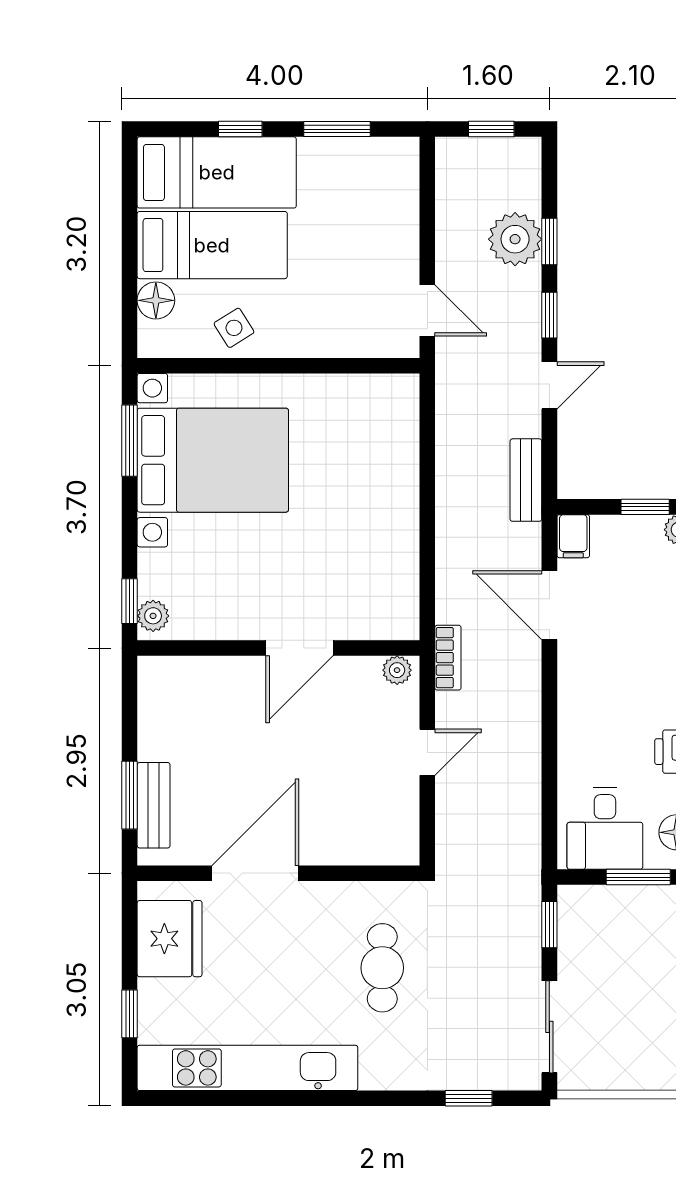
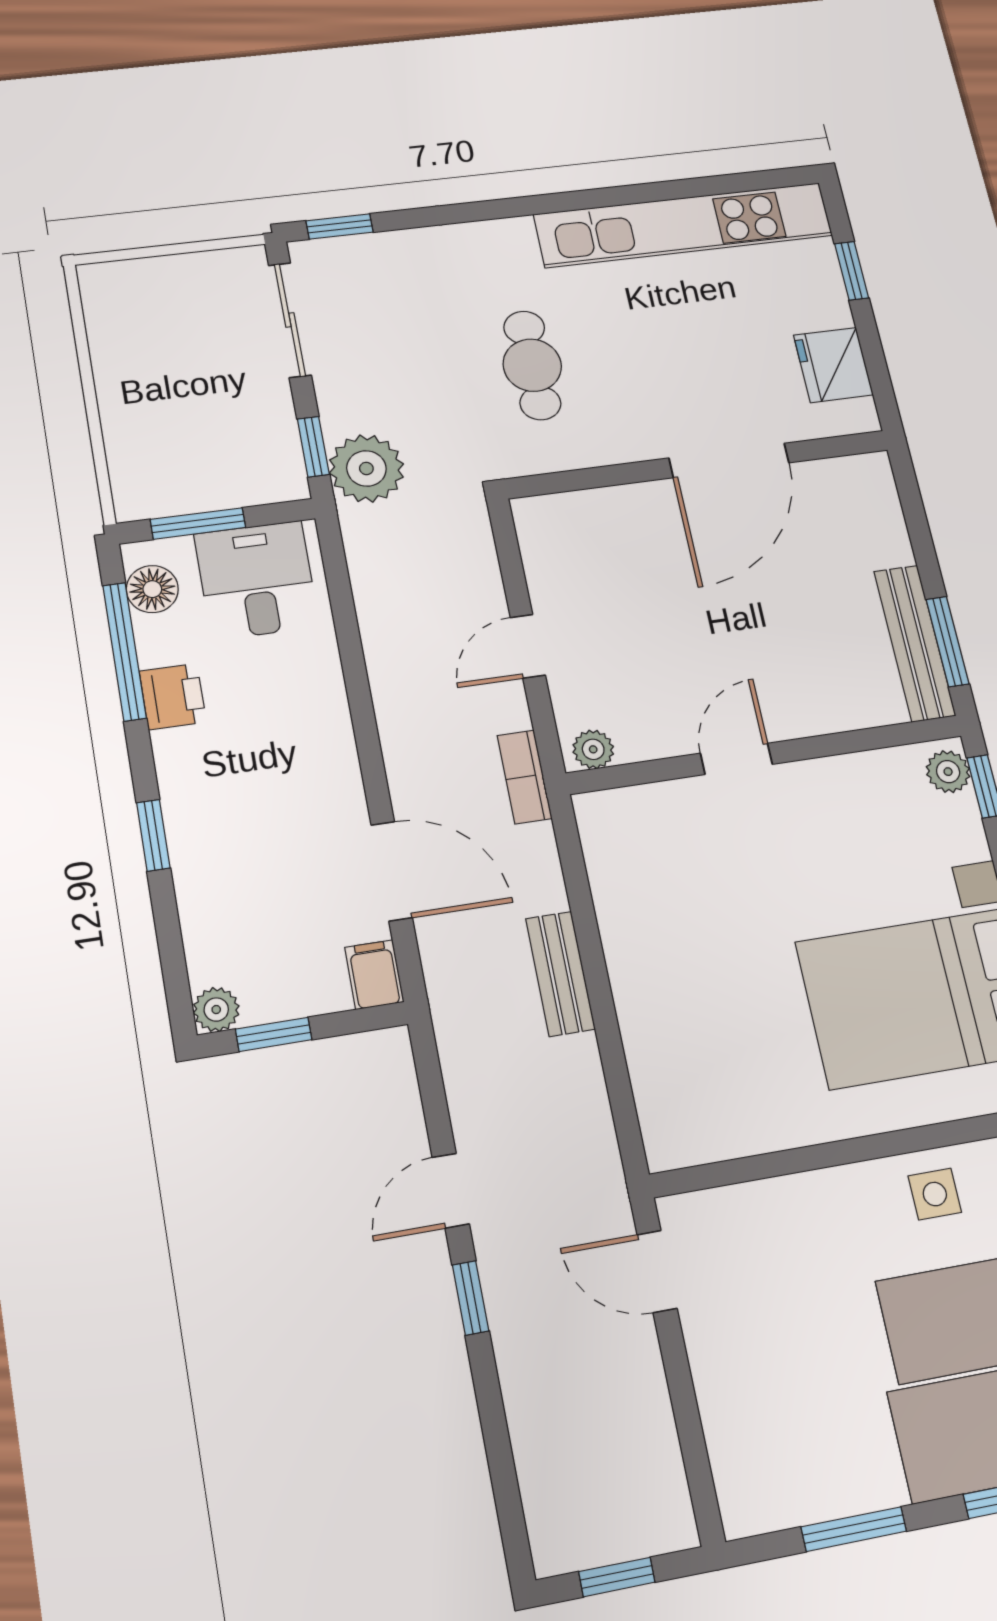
plant: (515, 239) -> (366, 468), moved
window: (549, 241) -> (492, 1413), removed
side table: (234, 328) -> (935, 1194), turned 32
bench: (526, 480) -> (560, 974), moved
door: (299, 648) -> (736, 759), width x0.73
window: (130, 795) -> (947, 642), moved
bench: (154, 805) -> (915, 643), moved, width x1.36
fridge: (170, 939) -> (833, 365), width x0.73, depth x0.75
window: (469, 1098) -> (340, 226), moved

